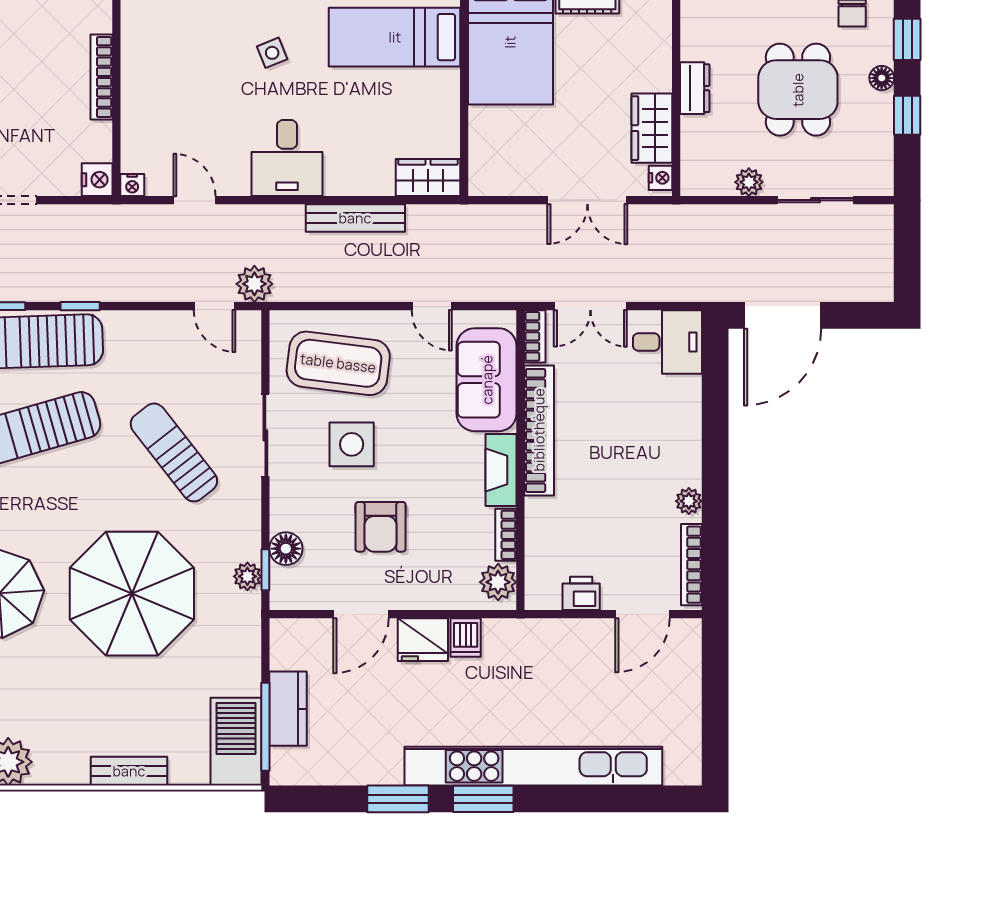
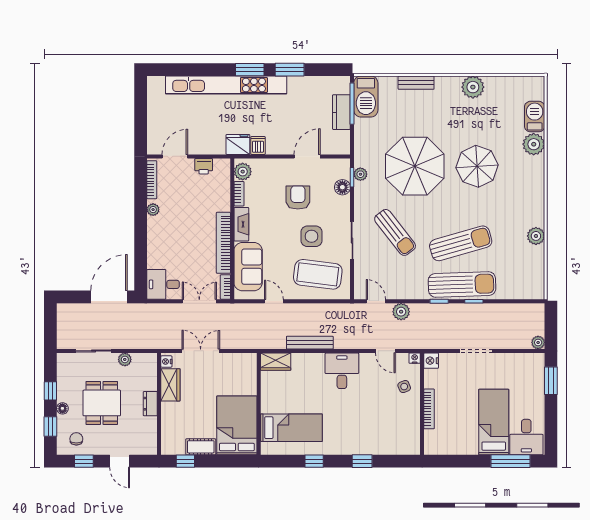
side table: (272, 53) -> (404, 387), moved
plant: (254, 284) -> (401, 312), moved
fridge: (423, 640) -> (238, 144), moved

